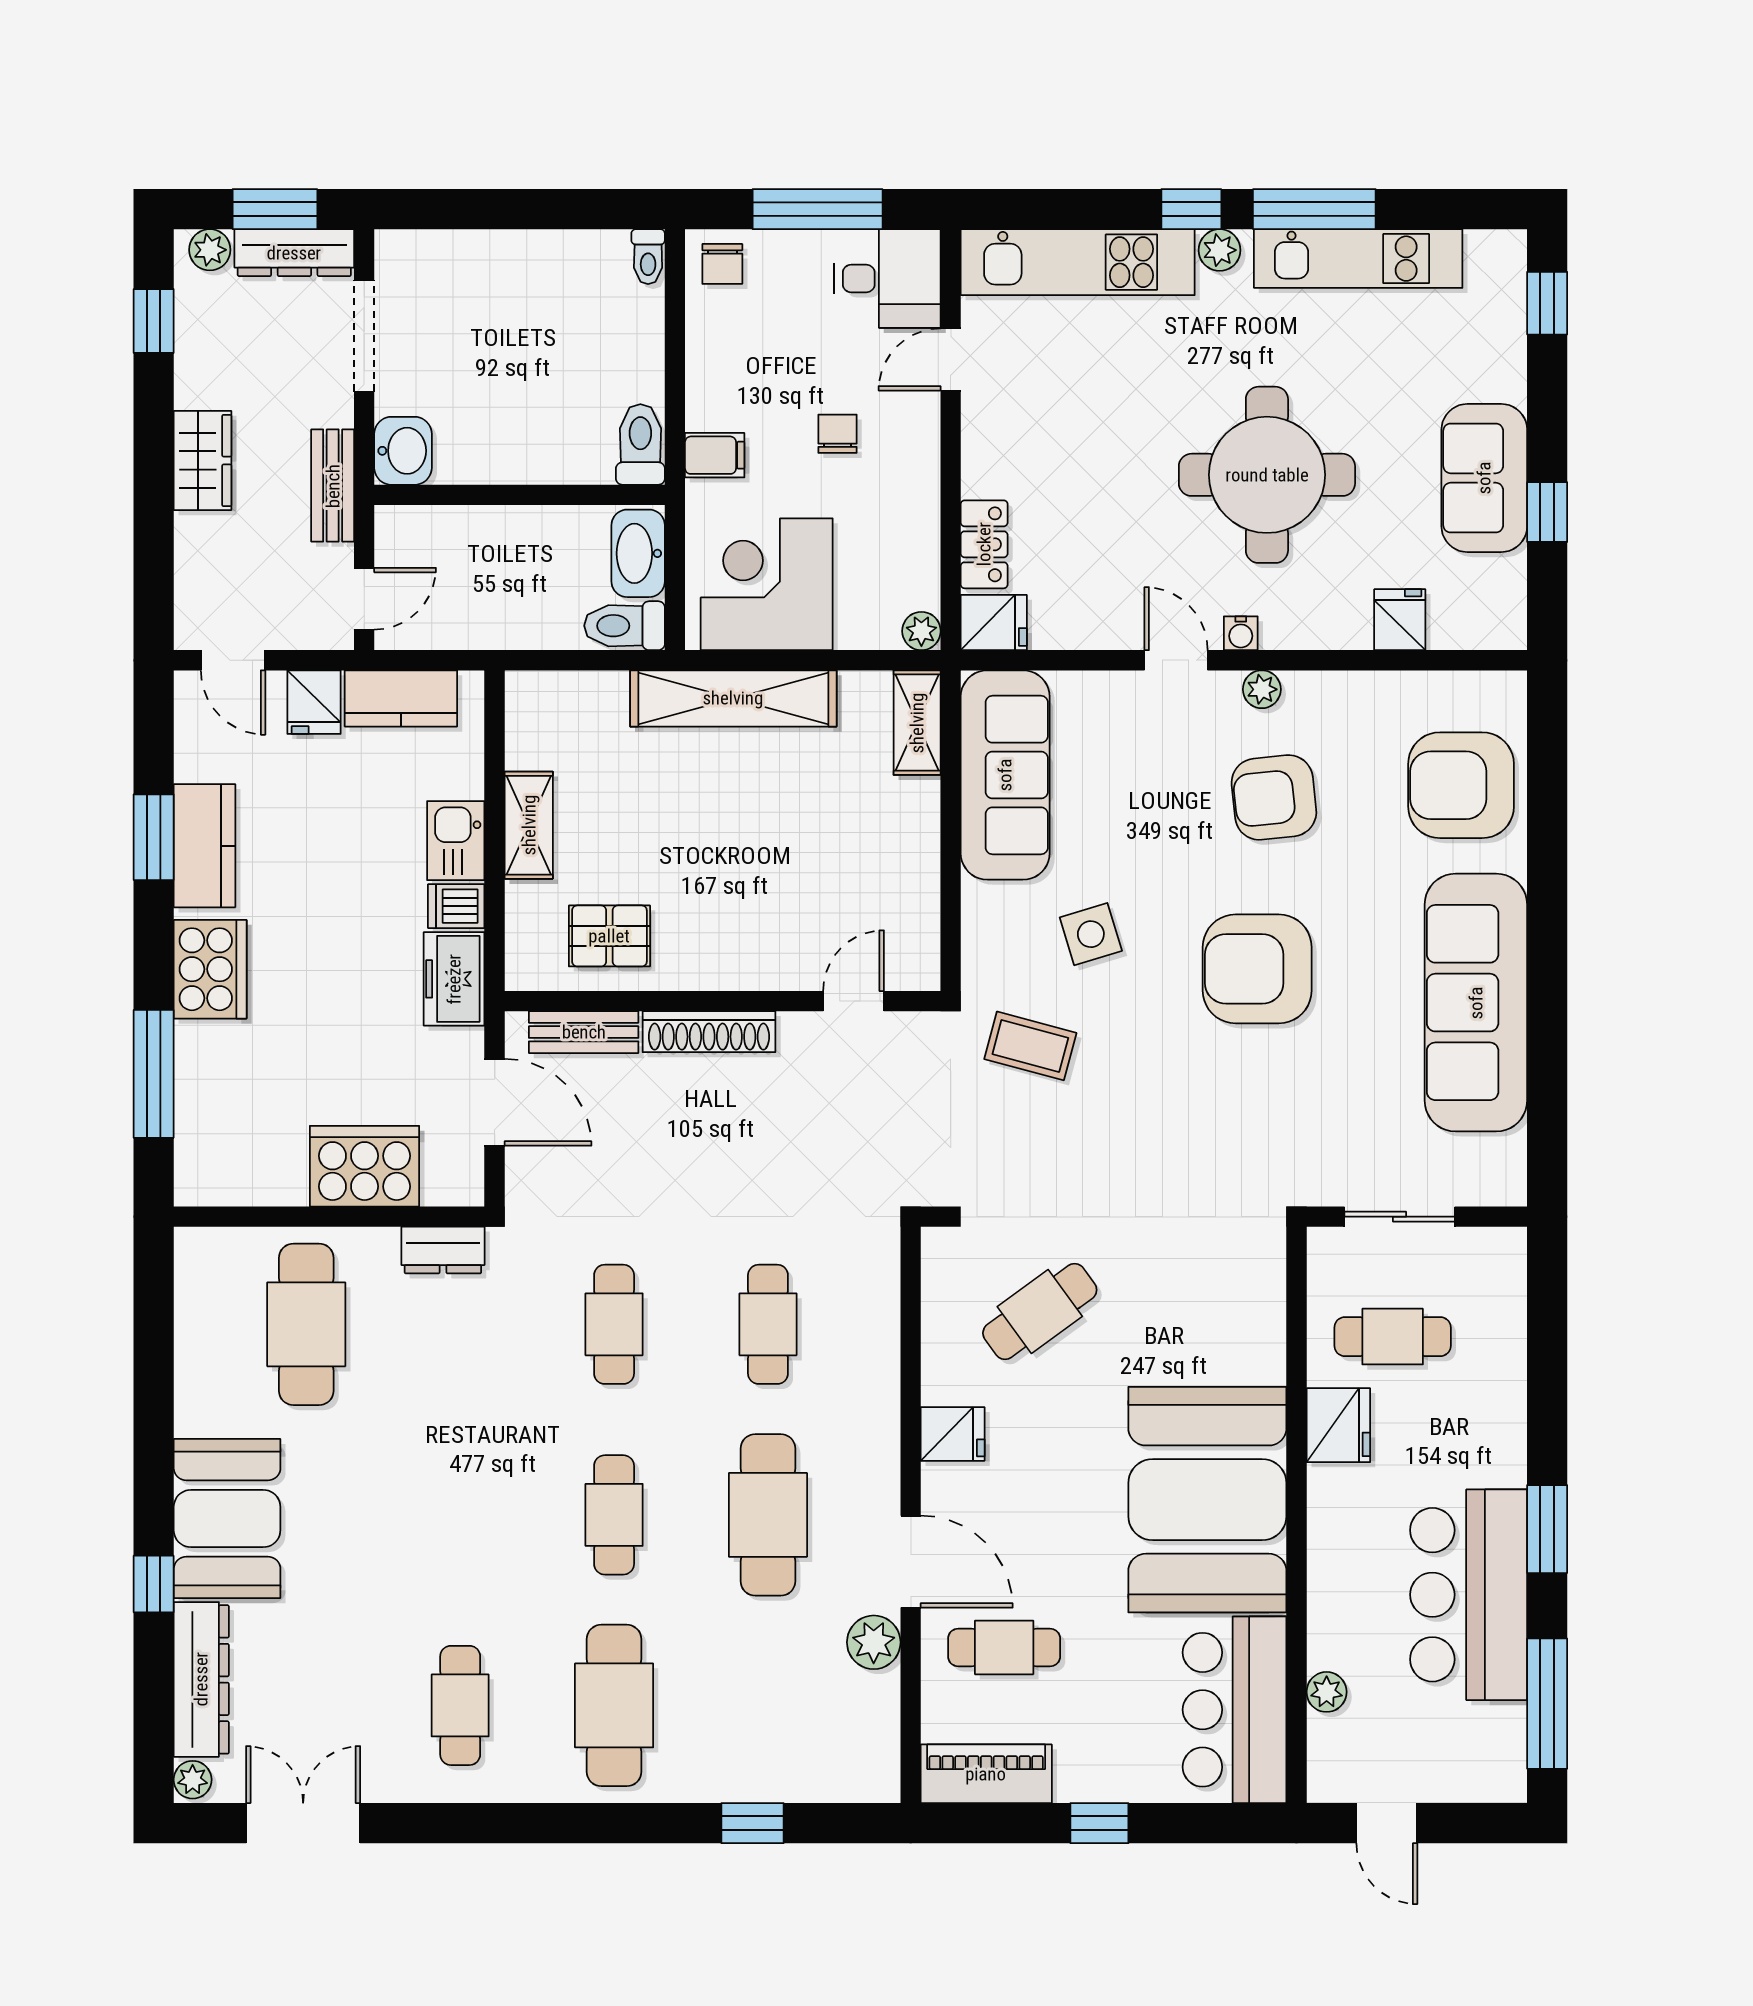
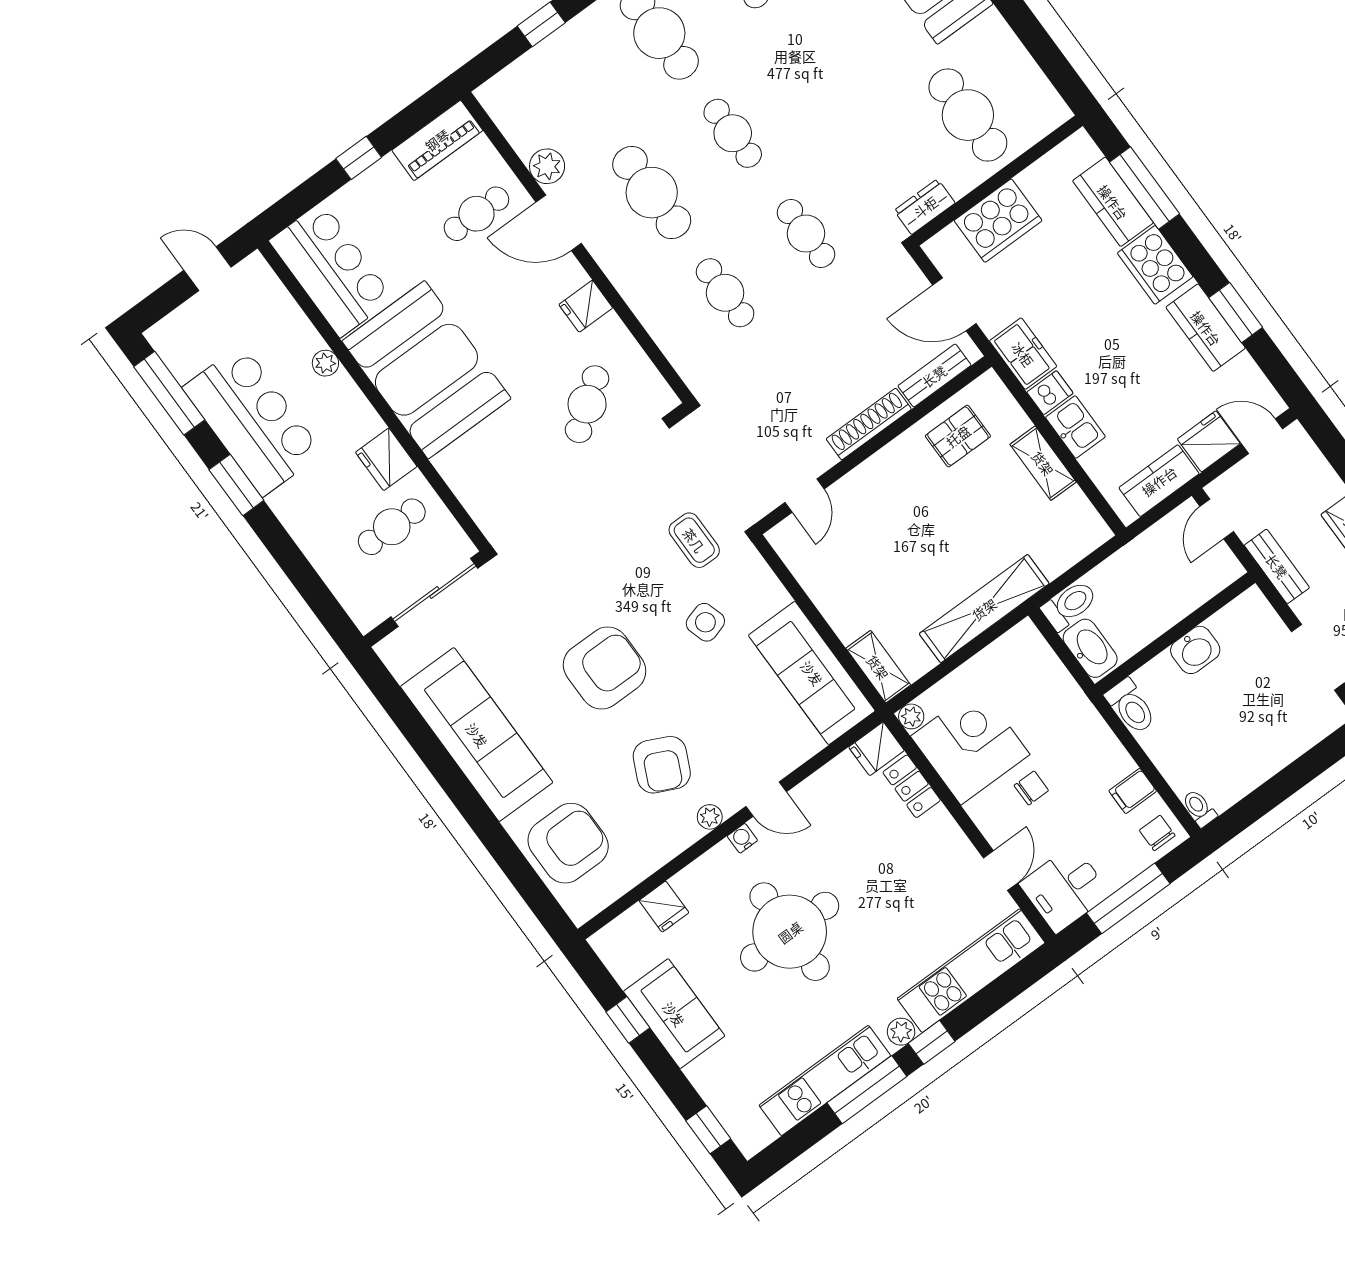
chair: (838, 434) -> (1031, 788), turned -90
washbasin: (403, 451) -> (1195, 650), moved, turned -90
filing cabinet: (715, 455) -> (1133, 791), moved
corner desk: (767, 584) -> (970, 745), moved, turned -90
fridge: (314, 702) -> (1209, 441), width x1.38
armchair: (1274, 797) -> (662, 765), turned 121
coffee table: (1030, 1046) -> (694, 540), turned 75
kitchen counter: (205, 1085) -> (1113, 202), added
sliding door: (1400, 1217) -> (434, 593), width x1.37
plant: (1327, 1692) -> (325, 363), moved

